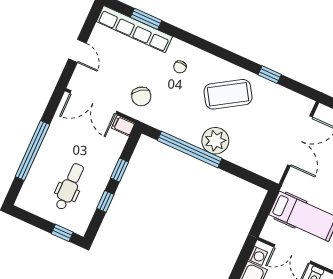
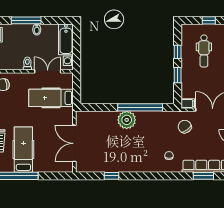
coffee table: (228, 94) -> (132, 152), removed
window: (62, 233) -> (209, 20), moved

